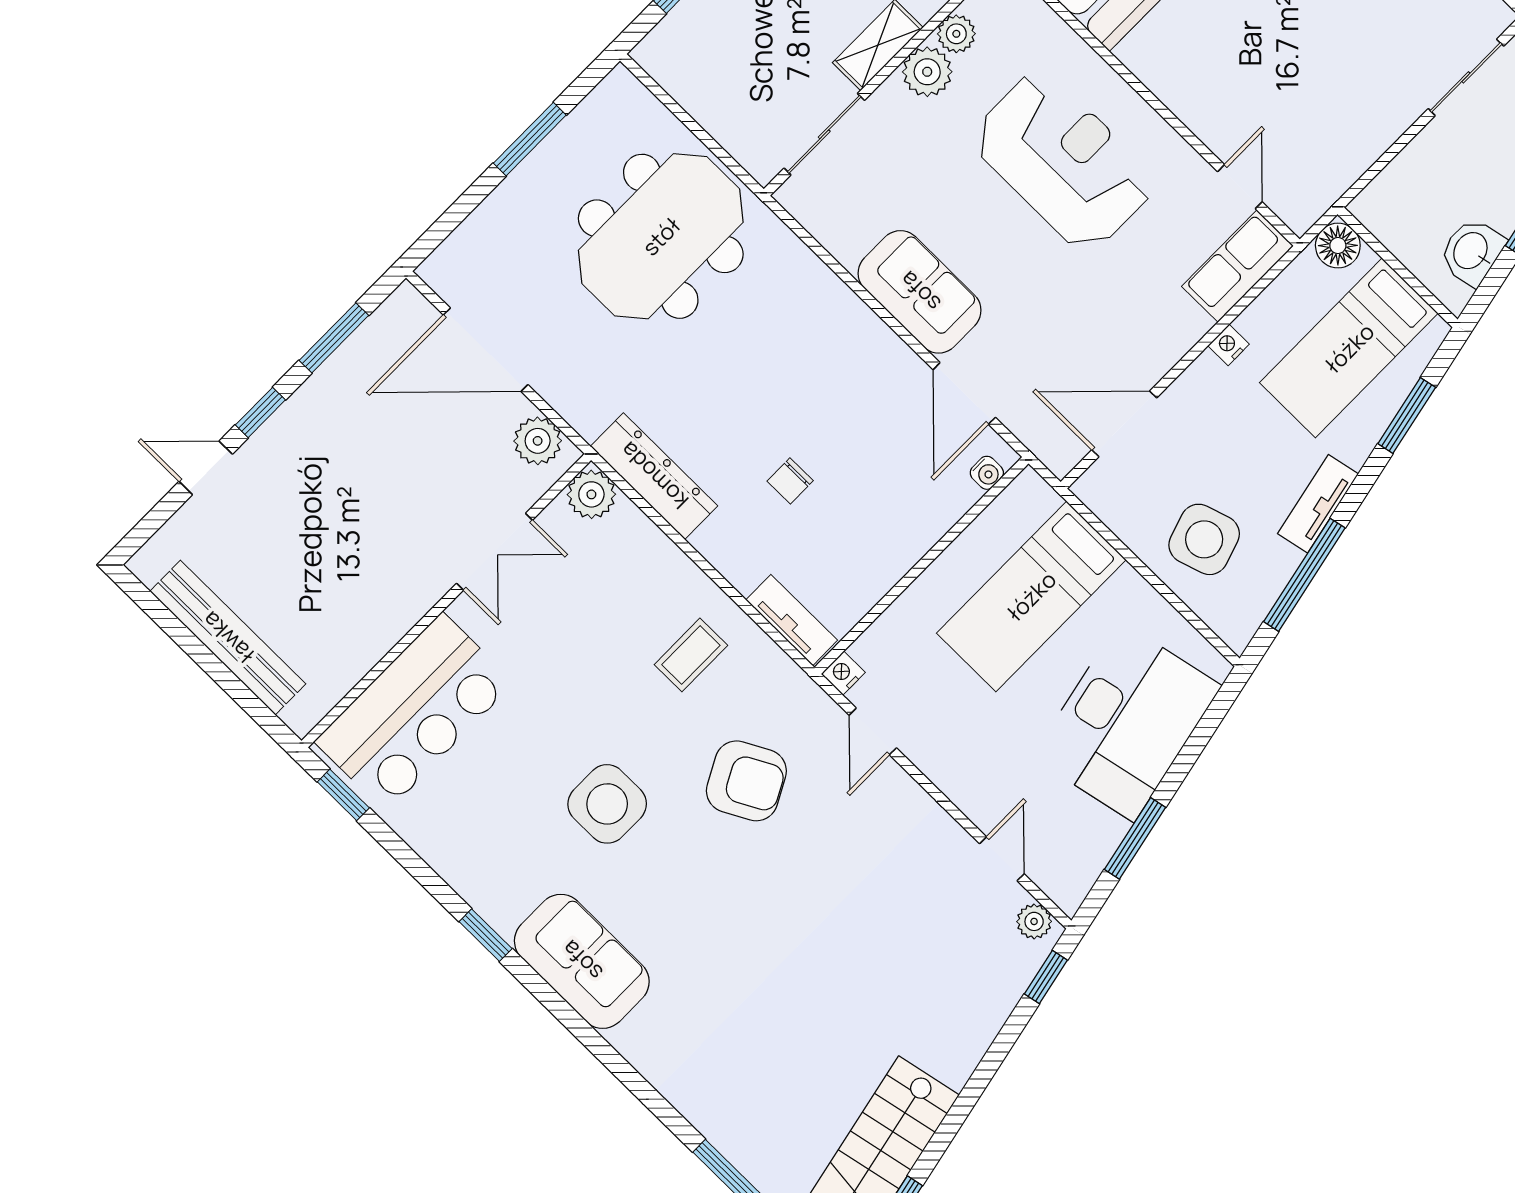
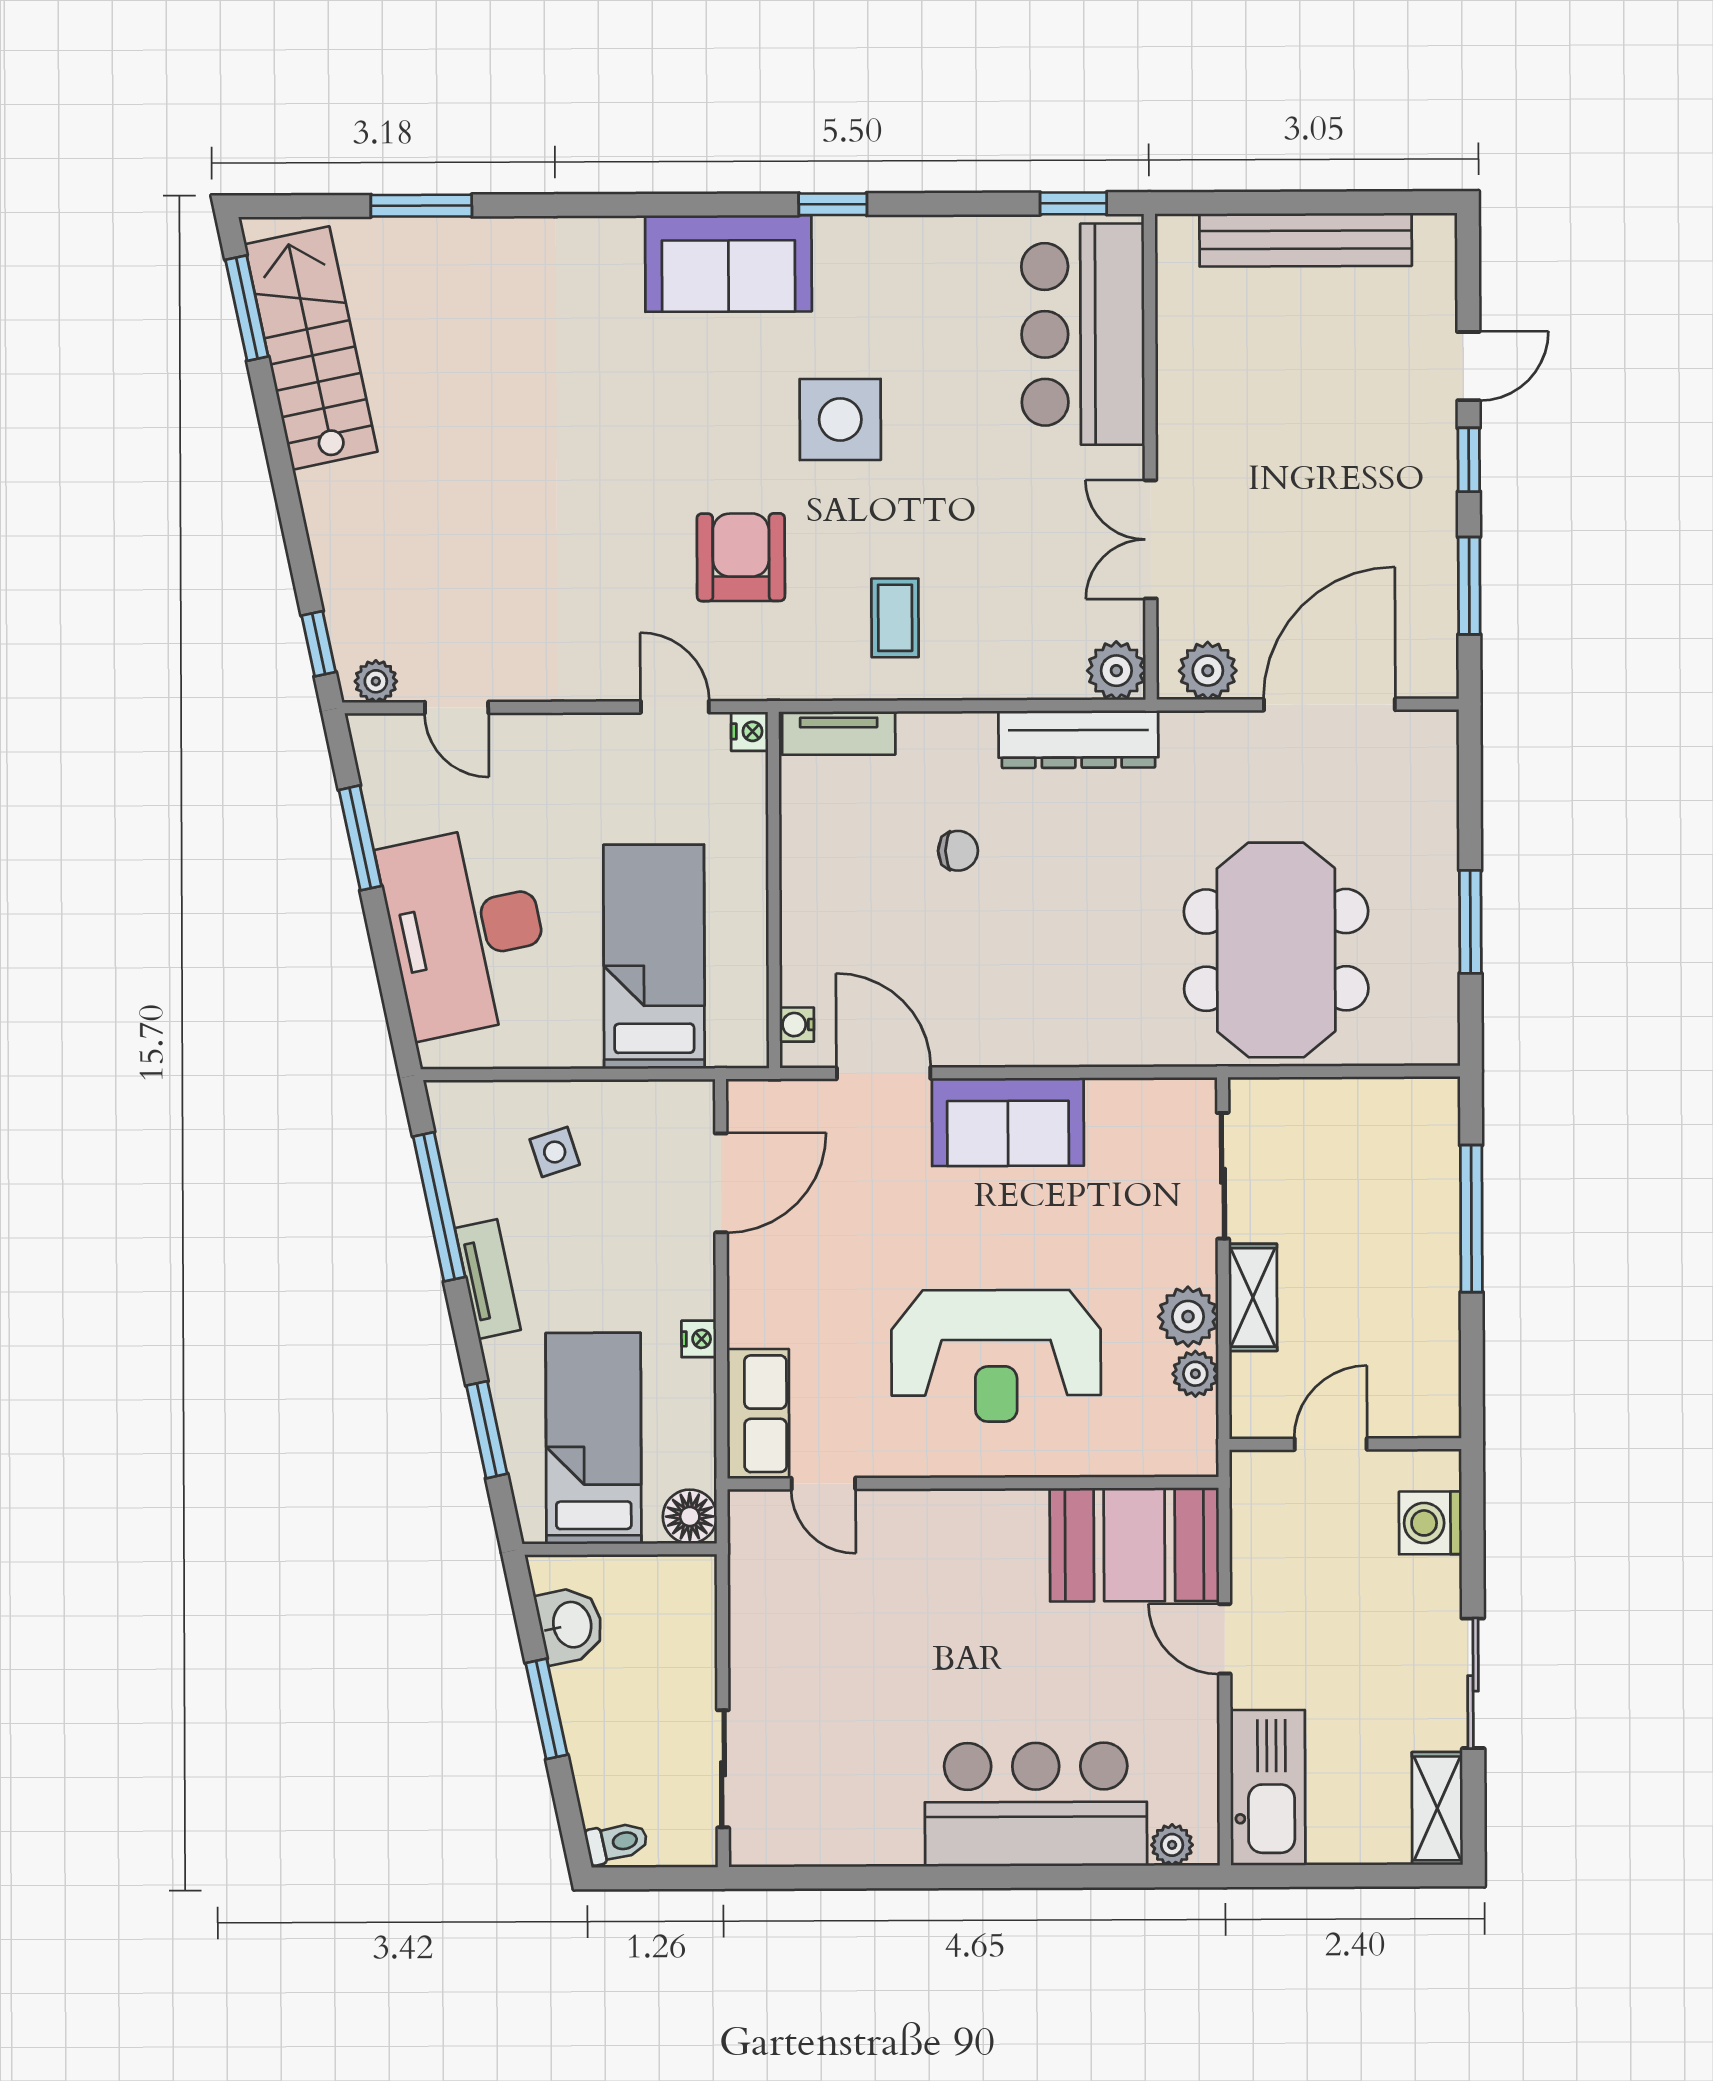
chair: (790, 481) -> (958, 851), turned 90
side table: (1204, 539) -> (555, 1152), width x0.54, depth x0.54
armchair: (746, 781) -> (741, 557), turned 118

